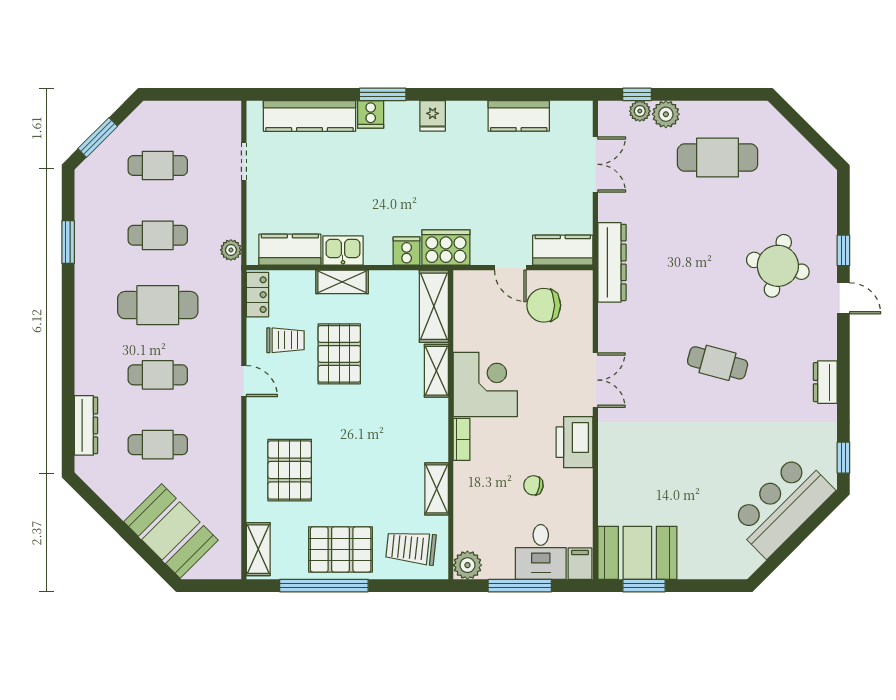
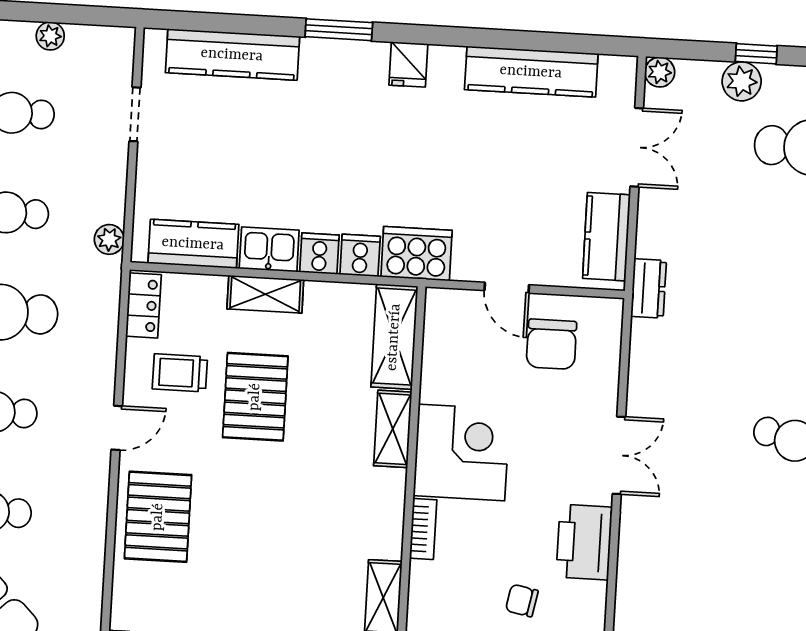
window: (637, 94) -> (756, 54), moved
plant: (182, 110) -> (50, 36), added
plant: (640, 111) -> (660, 72), moved
cooker: (371, 114) -> (319, 254), moved, turned 180
kitchen counter: (519, 116) -> (531, 72), width x1.50
kitchen counter: (563, 250) -> (606, 237), moved, turned -90
dresser: (612, 262) -> (649, 288), width x0.51, depth x0.80
chair: (544, 305) -> (551, 344), turned -90
trolley: (286, 340) -> (180, 373), turned 180
door: (244, 381) -> (117, 428), hinge flipped
pallet: (290, 470) -> (158, 517), moved

